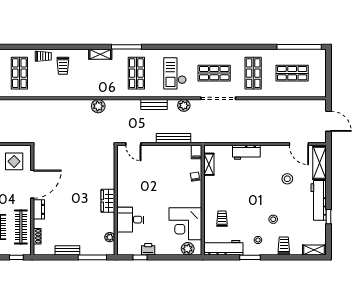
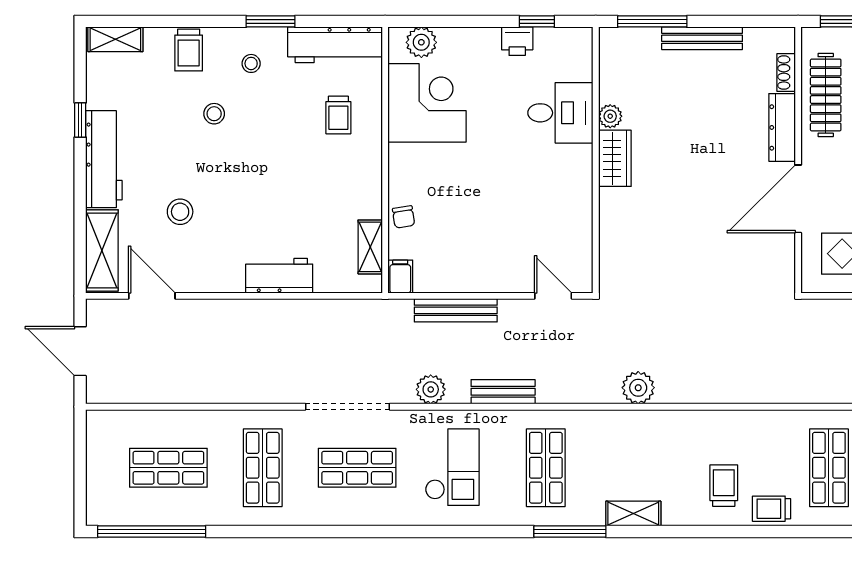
dresser: (39, 209) -> (782, 127), width x1.44
plant: (110, 237) -> (610, 116), moved
bench: (67, 250) -> (702, 38), width x1.36

